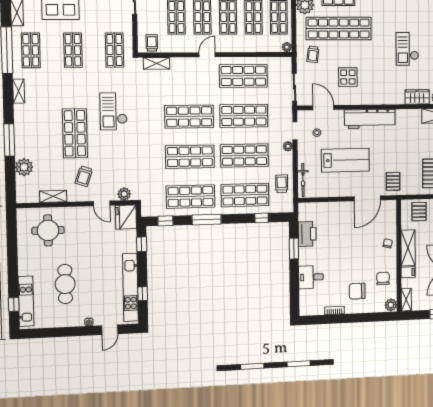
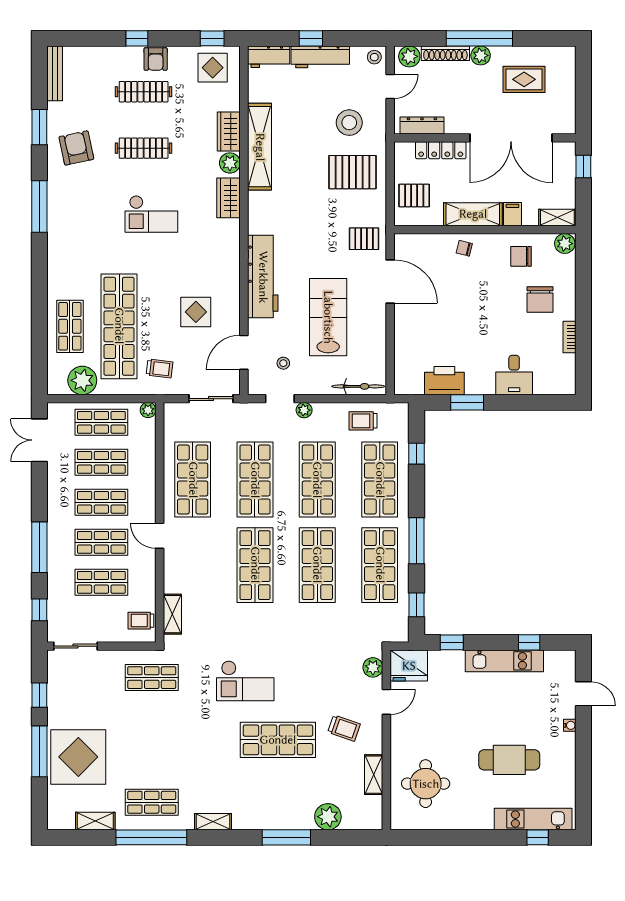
shop shelf: (73, 50) -> (152, 740), removed
kitchen unit: (130, 287) -> (504, 661), width x0.73

